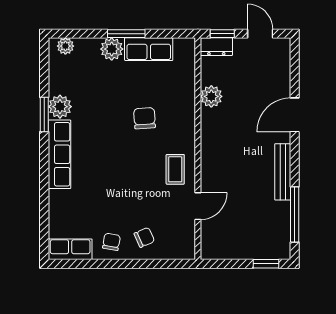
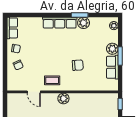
dresser: (216, 47) -> (114, 101), removed
plant: (211, 96) -> (63, 98), moved

